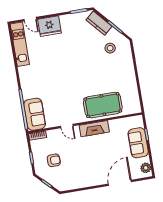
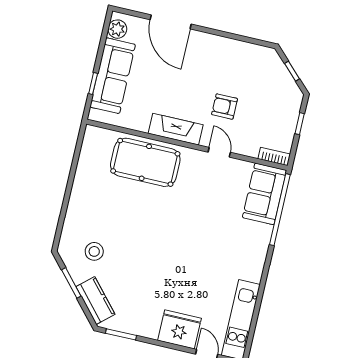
sofa: (138, 143) -> (113, 76), width x1.36
armchair: (54, 160) -> (225, 107), moved
door: (120, 183) -> (171, 22), hinge flipped

